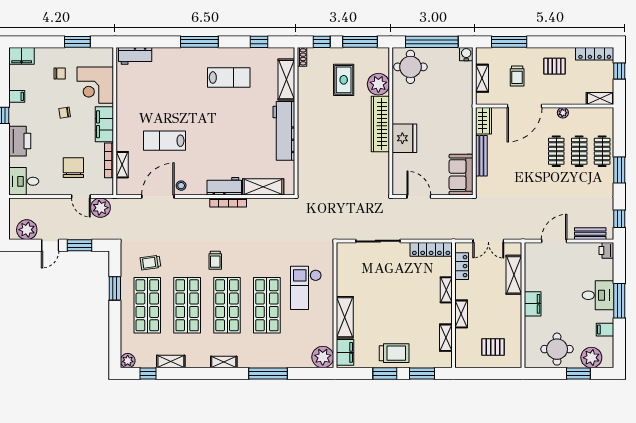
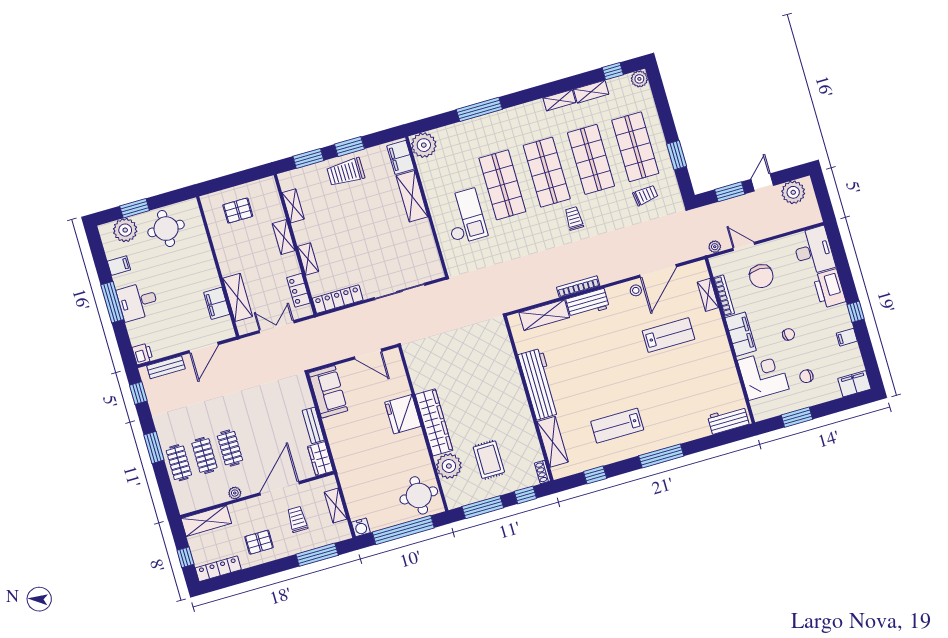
shelving: (600, 98) -> (206, 521), width x1.50, depth x1.33
bench: (481, 156) -> (313, 425), width x0.73
desk: (24, 181) -> (814, 251), width x1.37
plant: (100, 208) -> (715, 247), width x0.53, depth x0.53
filing cabinet: (533, 304) -> (217, 303), moved
shelving: (224, 362) -> (559, 100), moved

